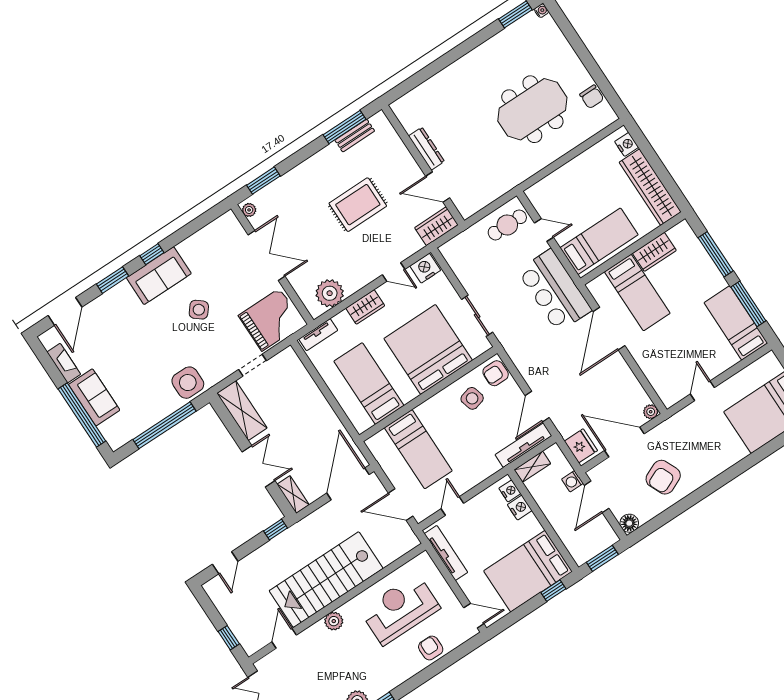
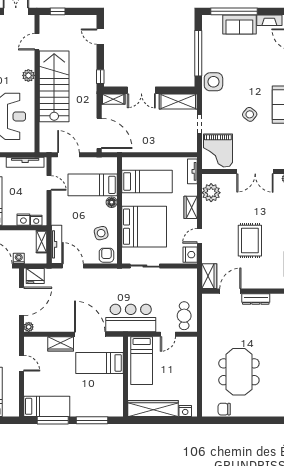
wardrobe: (654, 252) -> (61, 344), moved, turned -90
floor lamp: (424, 411) -> (112, 202), added
door: (401, 505) -> (68, 155), hinge flipped
door: (284, 638) -> (37, 42), swing flipped

